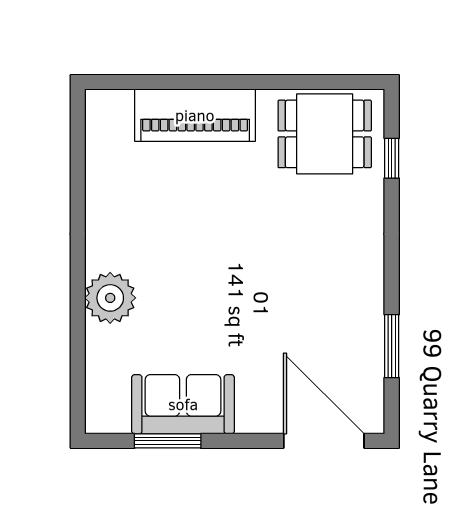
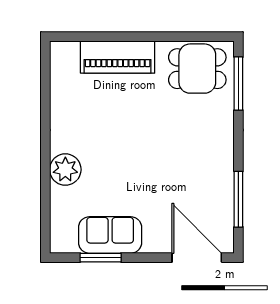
window: (392, 158) -> (238, 84), width x2.17
window: (392, 346) -> (238, 199), width x1.44

